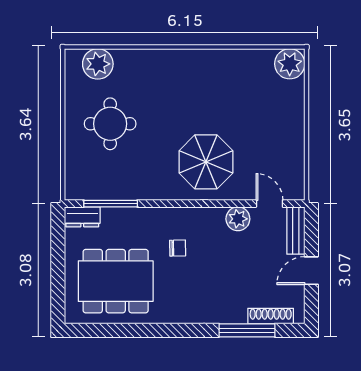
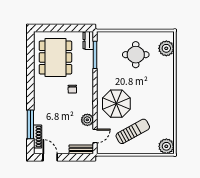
sun lounger: (261, 130) -> (133, 131), added
door: (311, 271) -> (50, 157), moved

